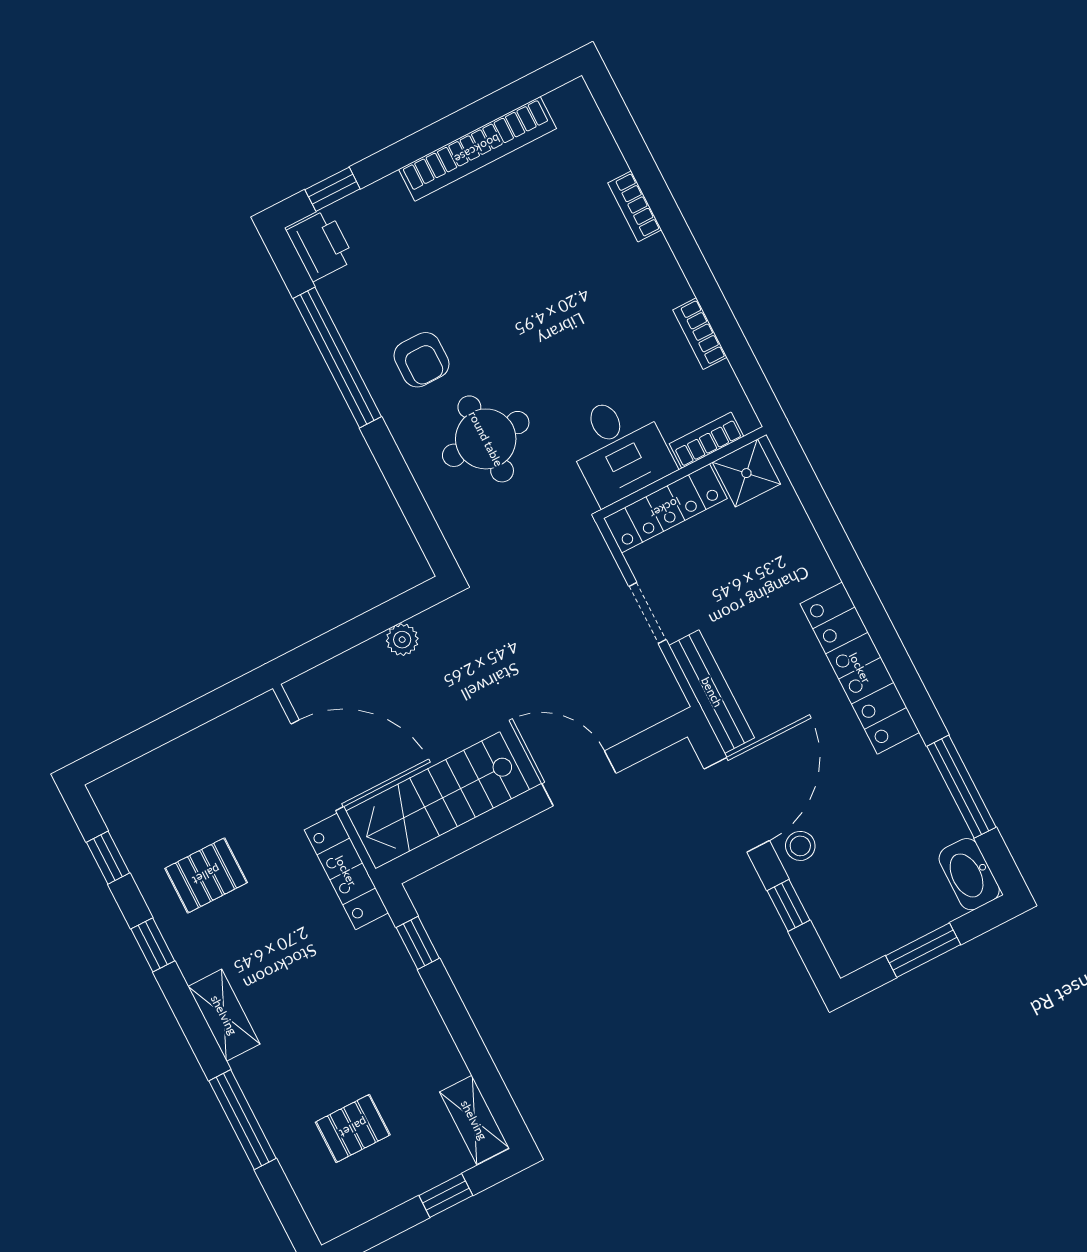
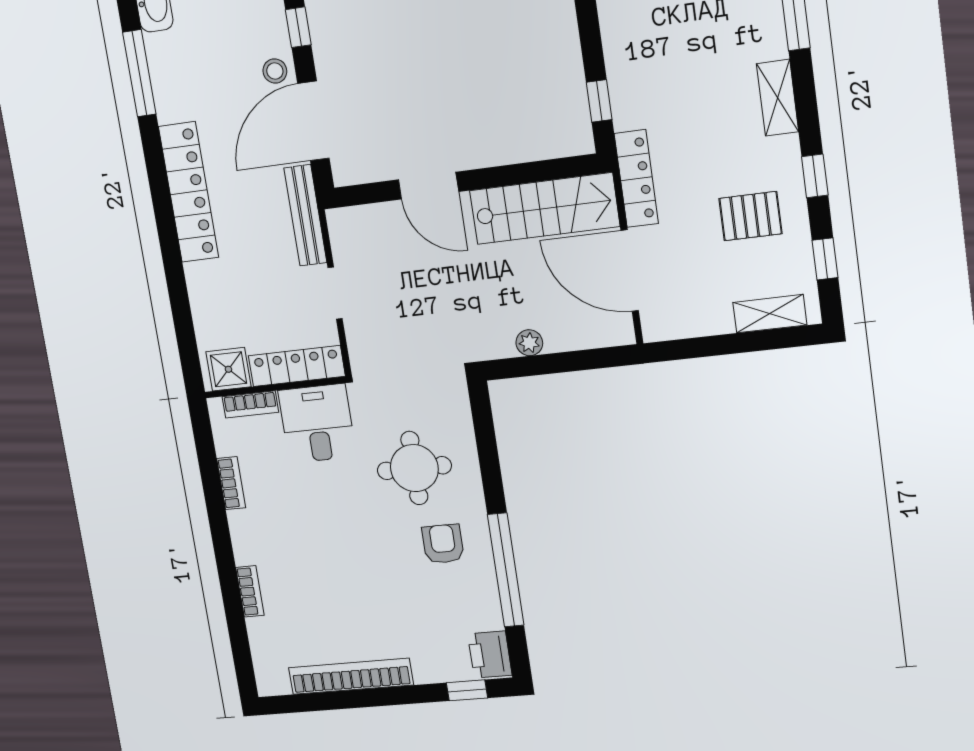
shelving: (145, 774) -> (770, 314), added

